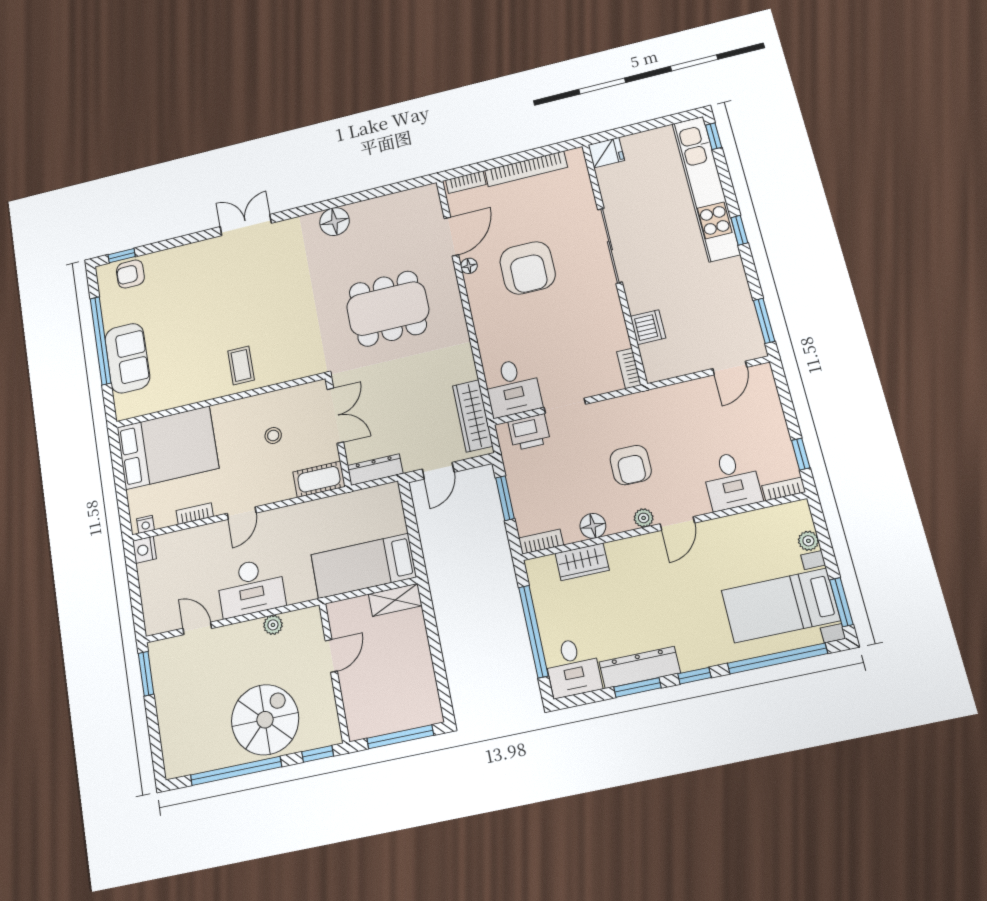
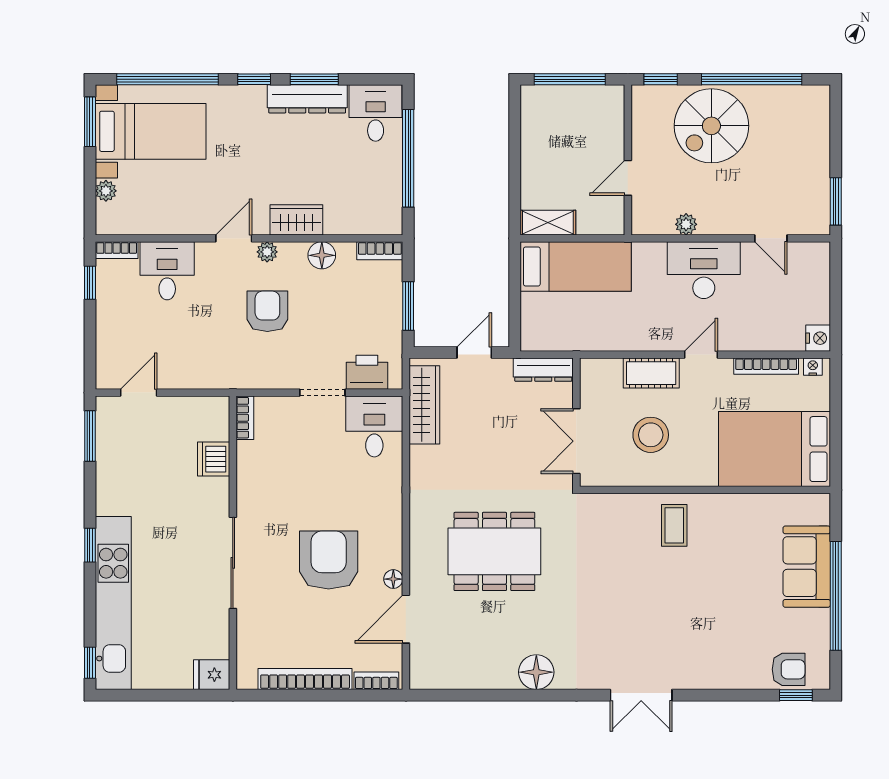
stool: (273, 435) -> (651, 435), width x1.89, depth x1.89
cot: (319, 479) -> (651, 373), moved
bookcase: (195, 514) -> (766, 366), width x1.56
wardrobe: (582, 562) -> (296, 220), moved

